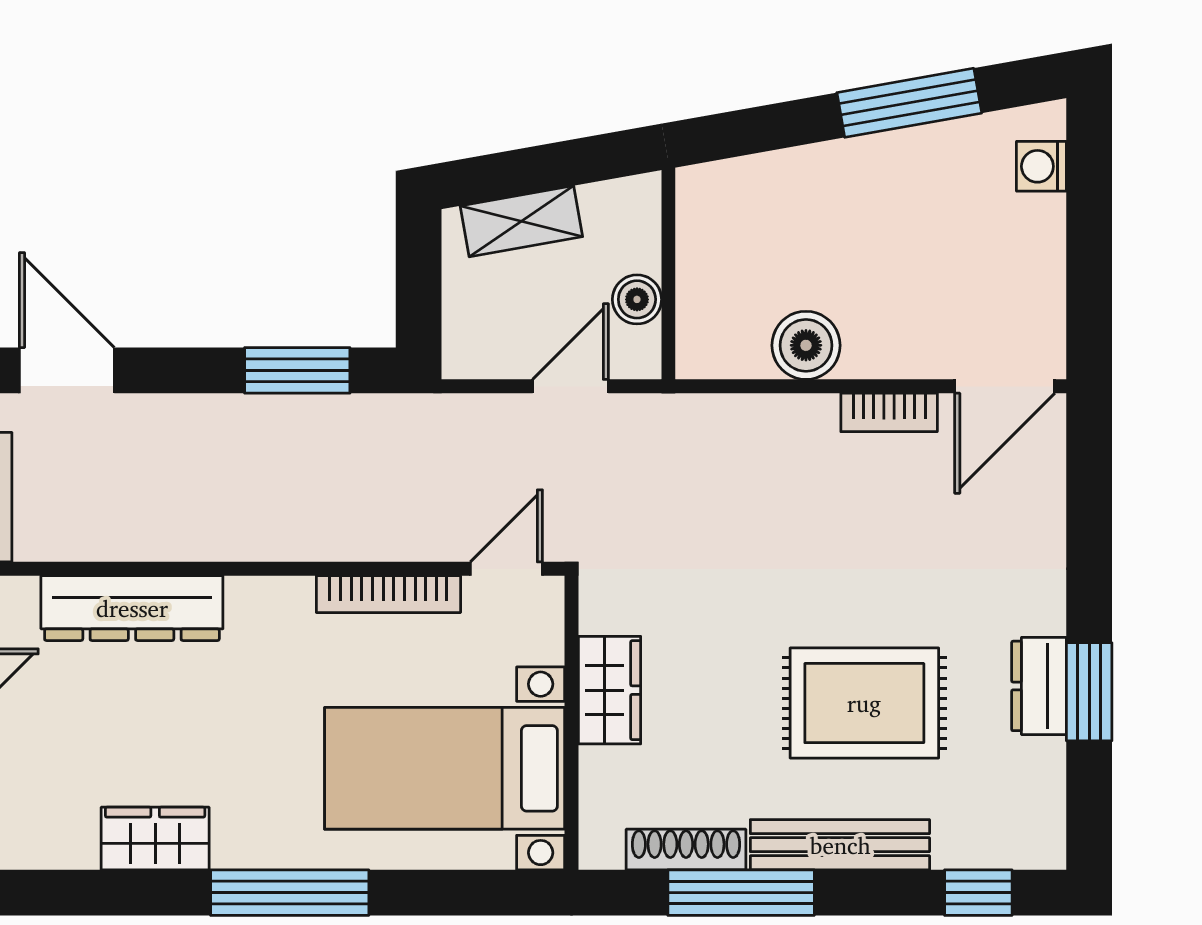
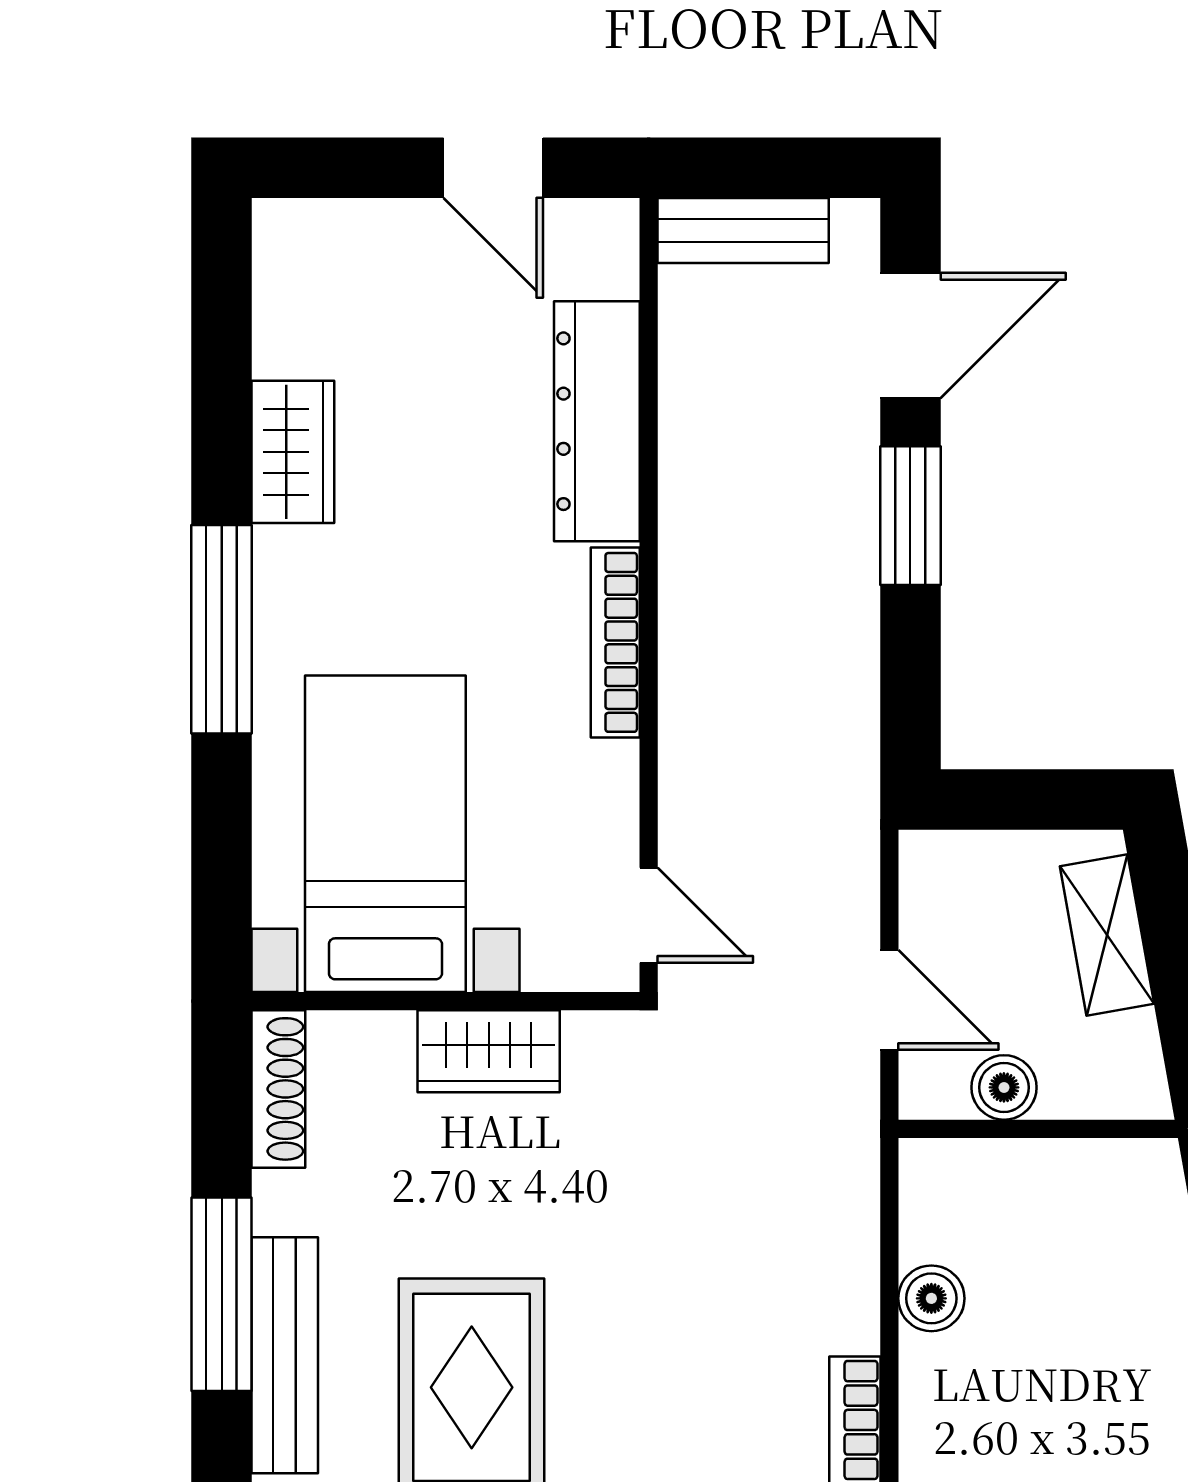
boiler: (806, 345) -> (931, 1298), width x0.73, depth x0.73
window: (297, 370) -> (910, 516), moved
bookcase: (388, 594) -> (615, 642), moved
shoe rack: (686, 849) -> (278, 1089), moved
window: (741, 893) -> (222, 1294), moved

